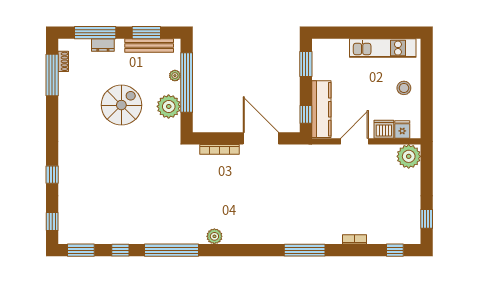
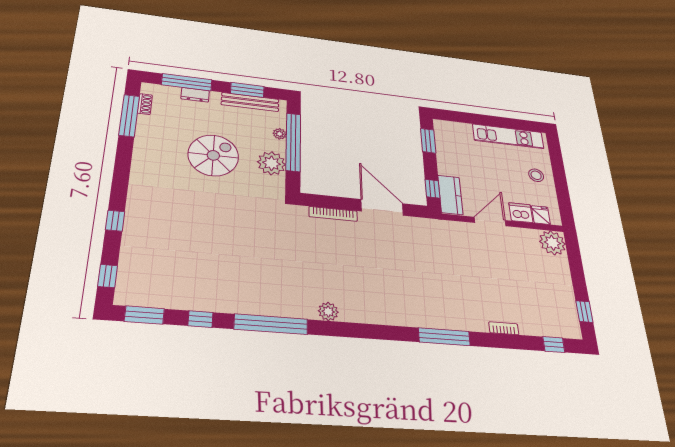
kitchen counter: (321, 109) -> (450, 195), width x0.67

